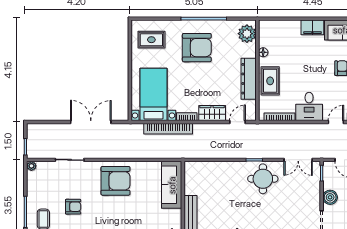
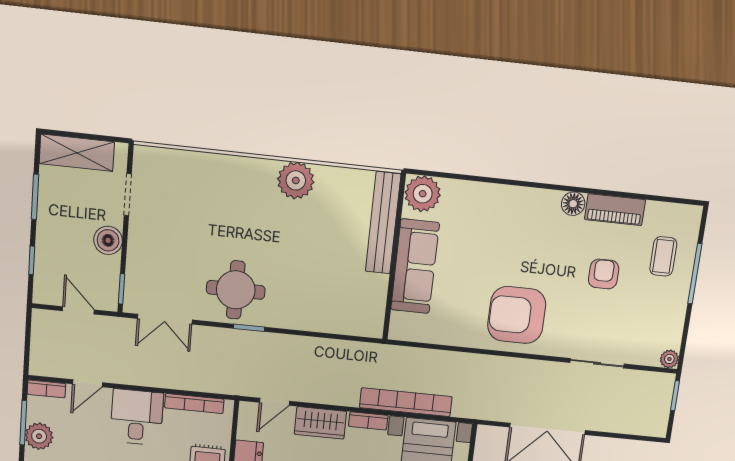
double door: (298, 160) -> (165, 319), swing flipped
sofa: (172, 185) -> (415, 266), moved
armchair: (73, 207) -> (604, 274), turned 90

